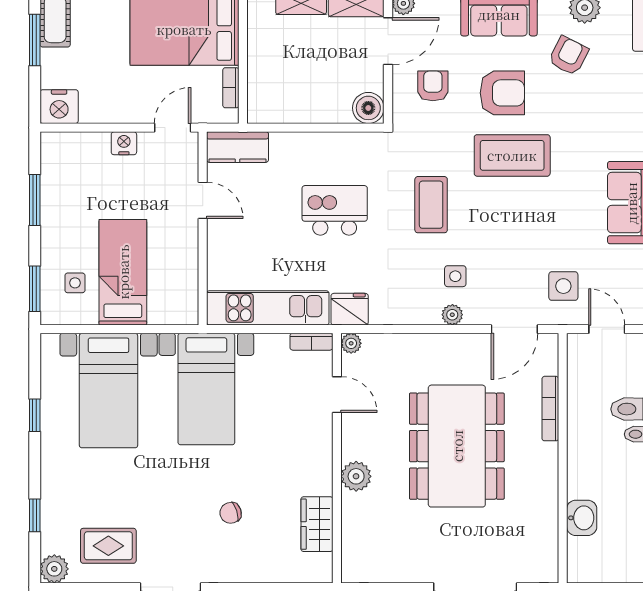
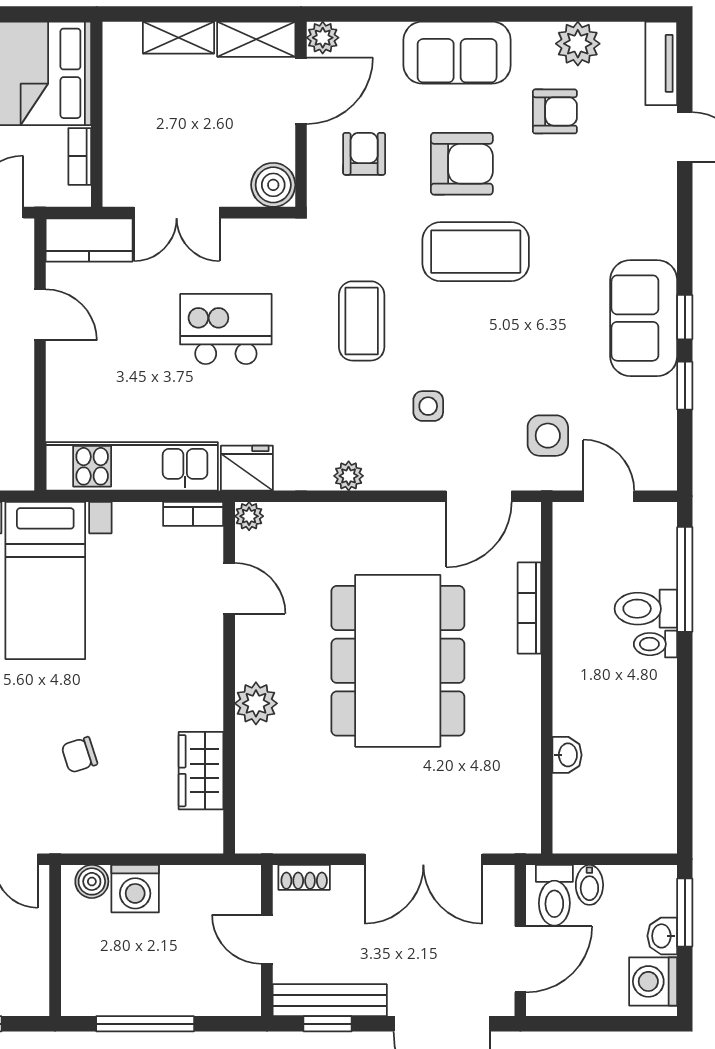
armchair: (568, 56) -> (555, 111), turned 63
double door: (300, 128) -> (177, 213), added
side table: (455, 276) -> (428, 406), moved
plant: (452, 315) -> (349, 476), moved
washbasin: (582, 518) -> (567, 755), width x0.72, depth x0.69

